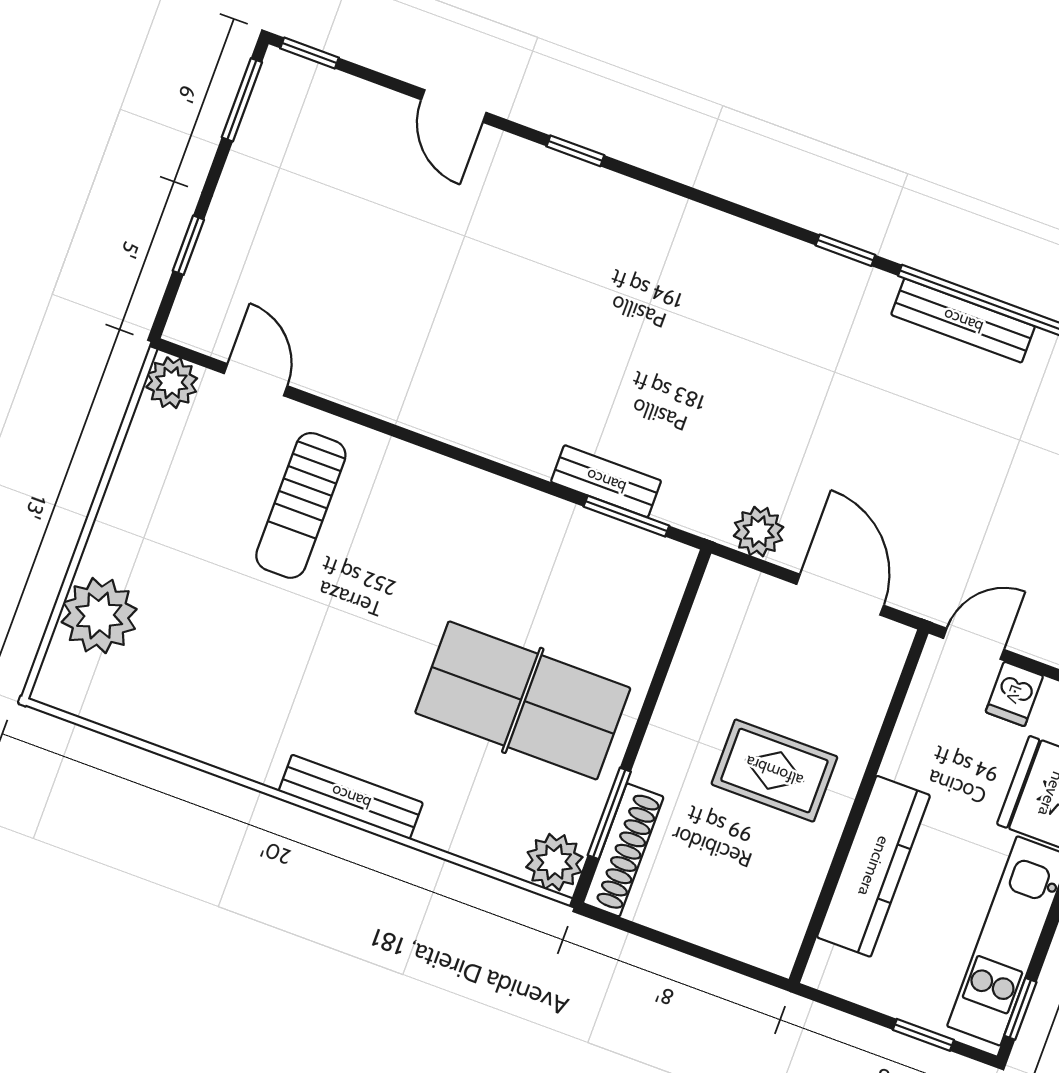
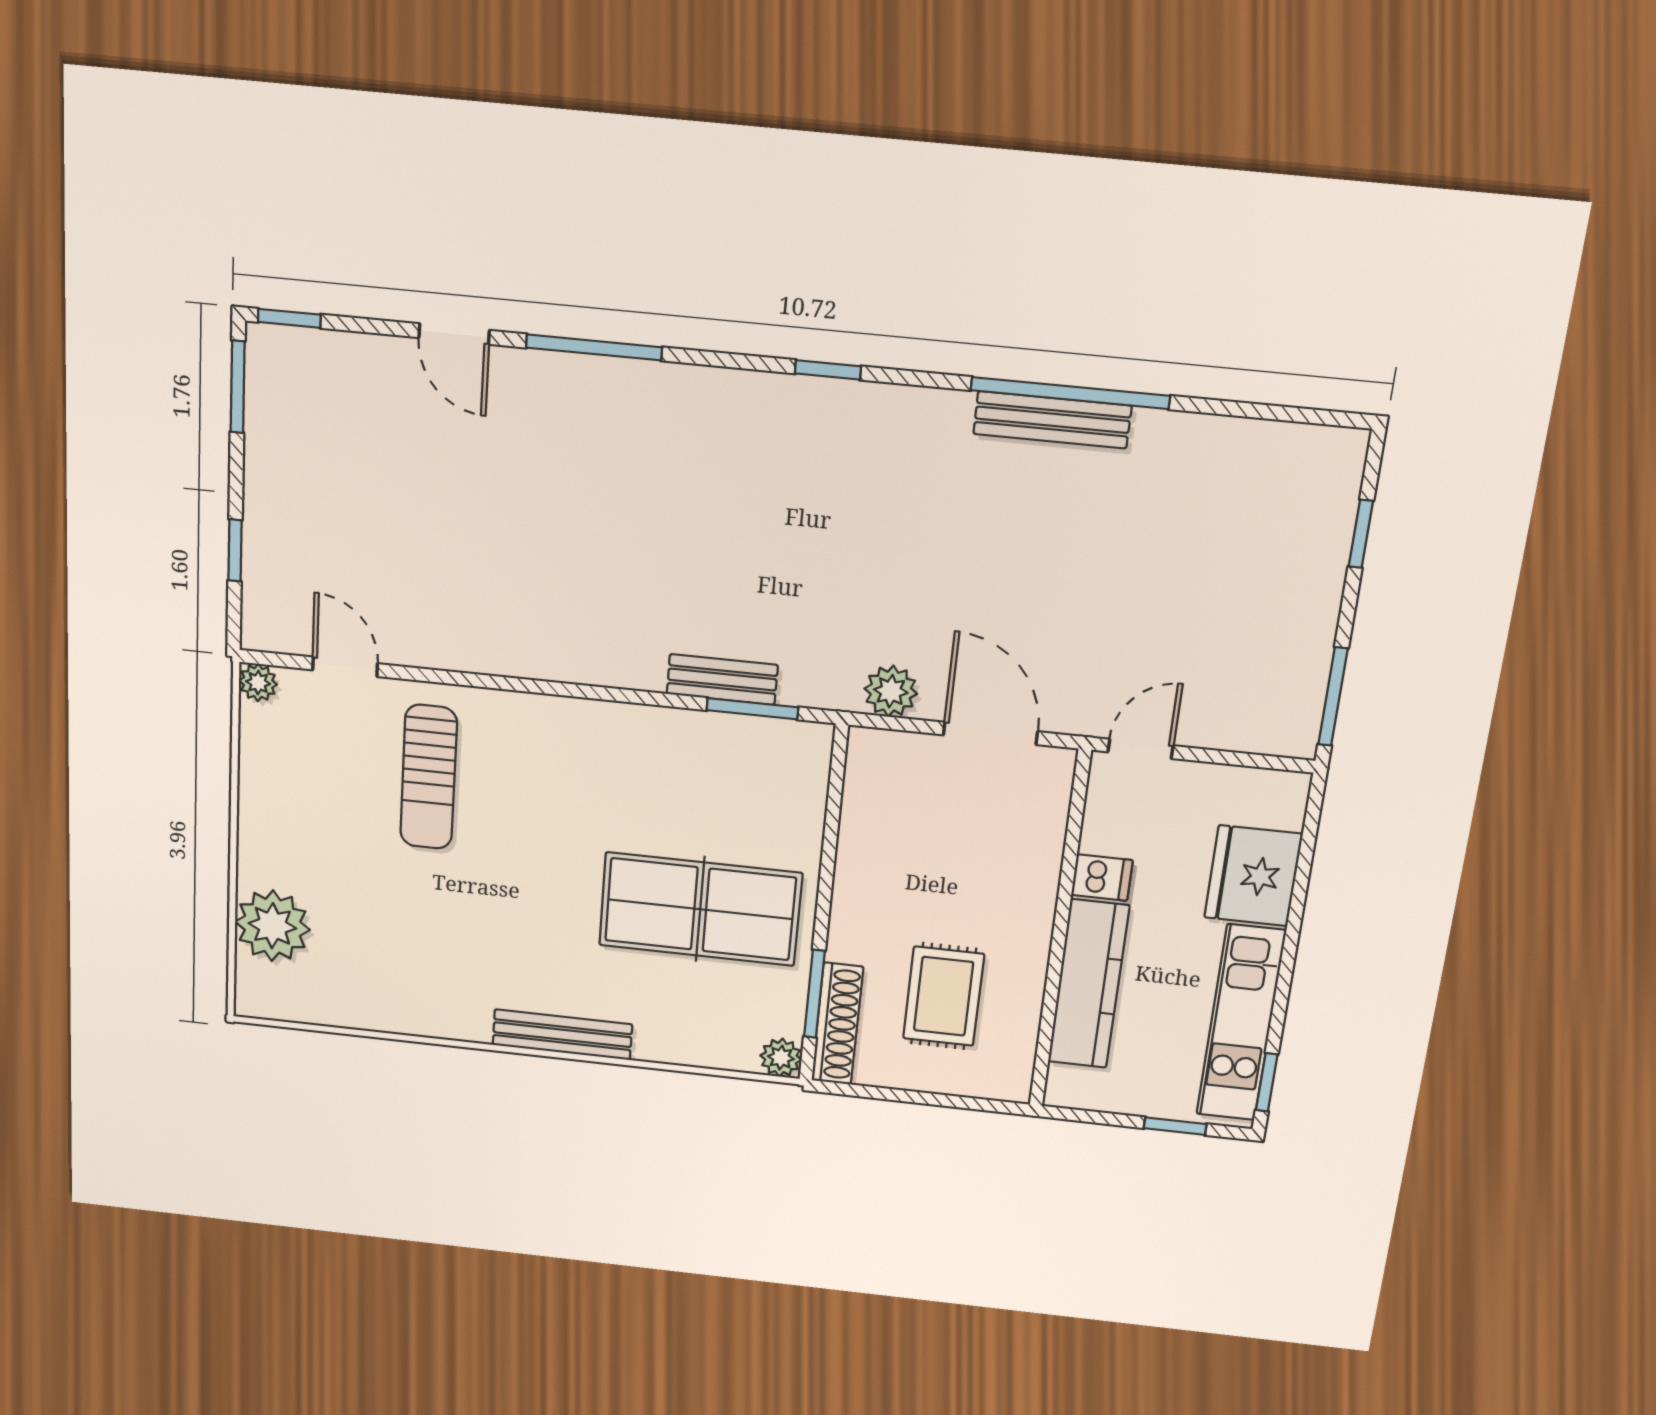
window: (575, 151) -> (594, 347), width x2.17
window: (845, 250) -> (828, 370), moved
plant: (172, 383) -> (258, 683), width x0.73, depth x0.73
dishwasher: (1014, 694) -> (1102, 878), moved, turned -90
rug: (774, 771) -> (944, 996), moved, turned 90
plant: (554, 862) -> (781, 1058), width x0.73, depth x0.73

